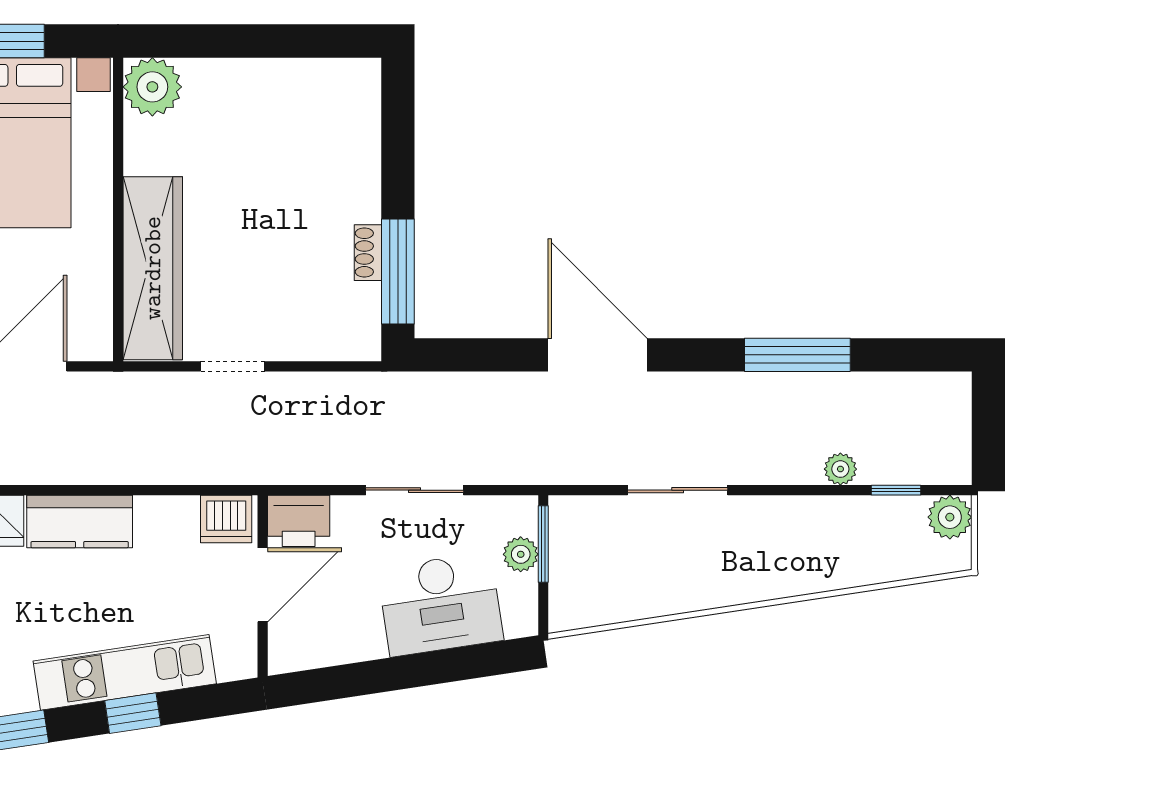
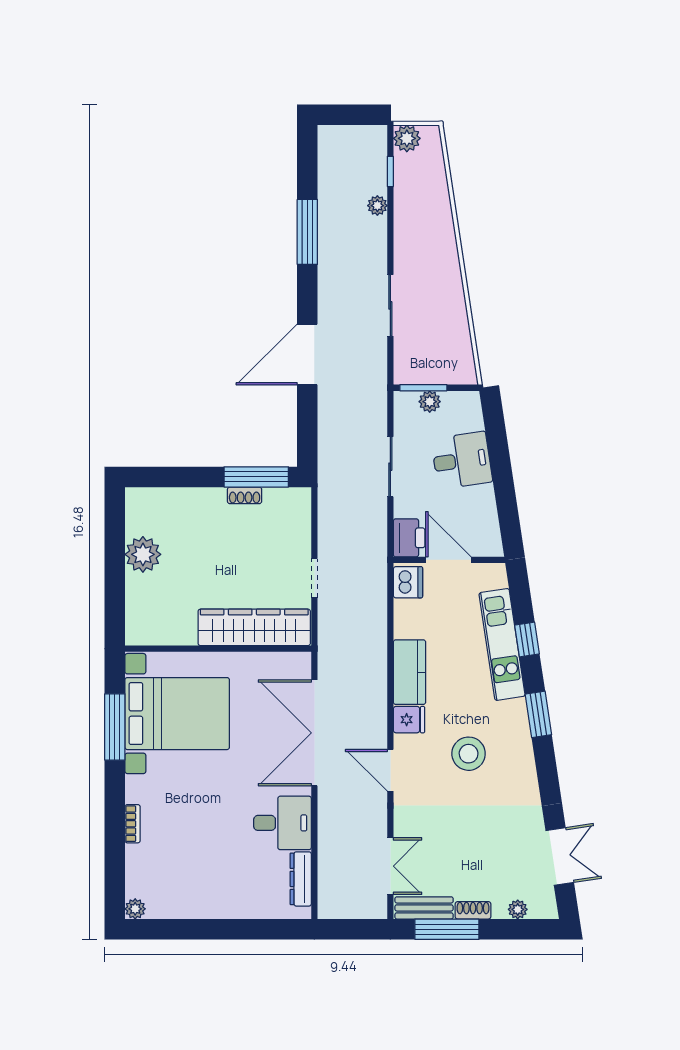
plant: (152, 87) -> (143, 554), moved
desk: (440, 604) -> (462, 460), width x0.73

